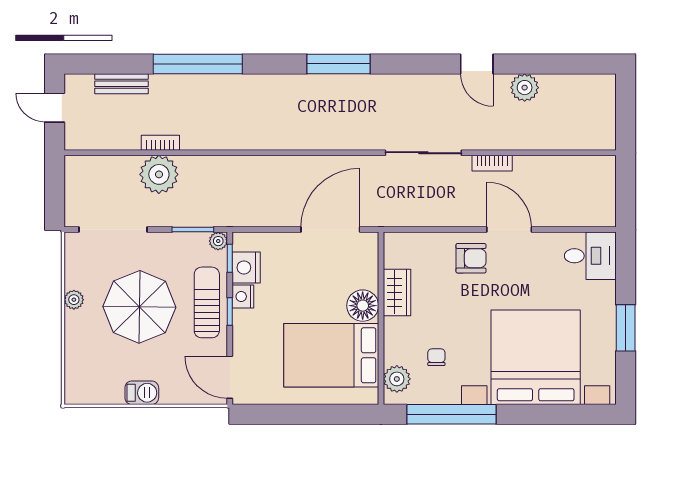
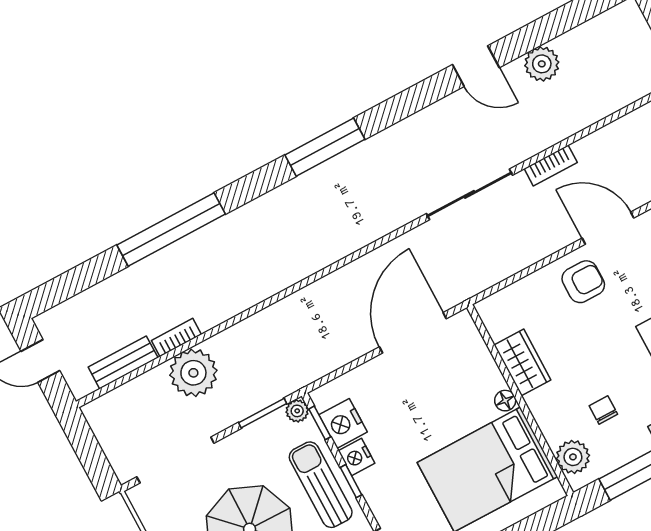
bench: (121, 84) -> (123, 362), moved
floor lamp: (363, 306) -> (505, 401), width x0.53, depth x0.53

